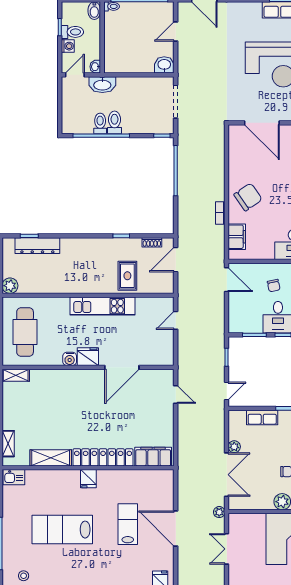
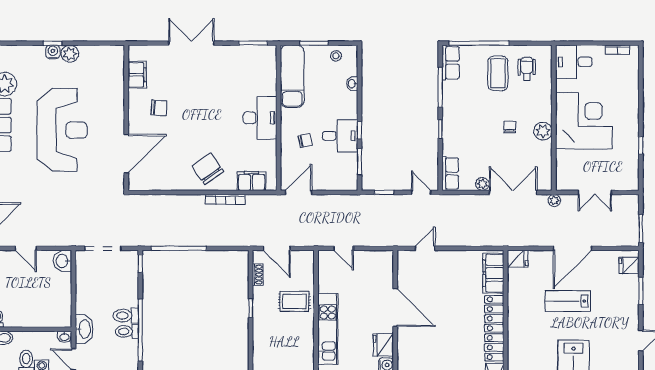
bookcase: (220, 213) -> (225, 199), width x1.56
row of seats: (262, 417) -> (450, 174), moved
fridge: (88, 479) -> (518, 259), moved

